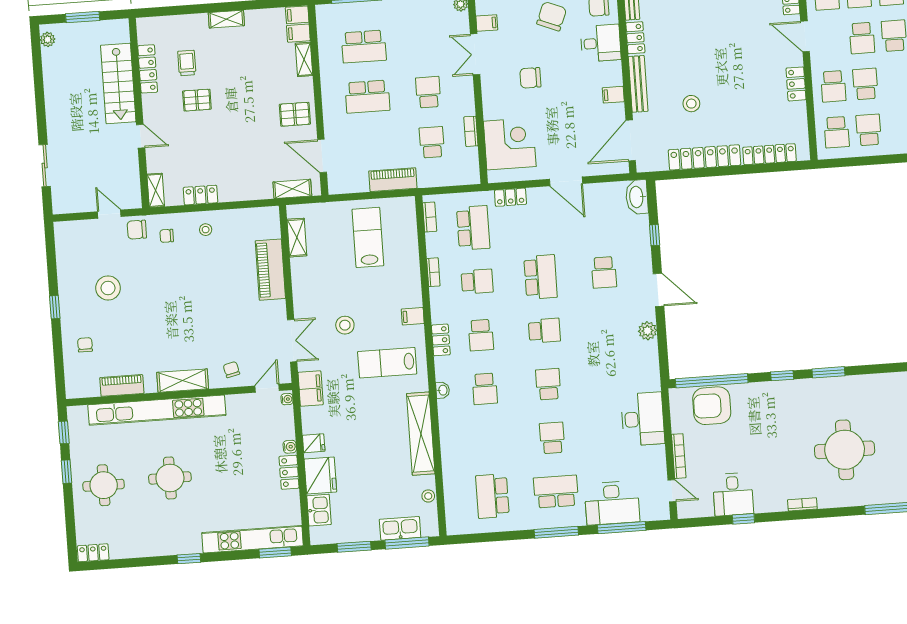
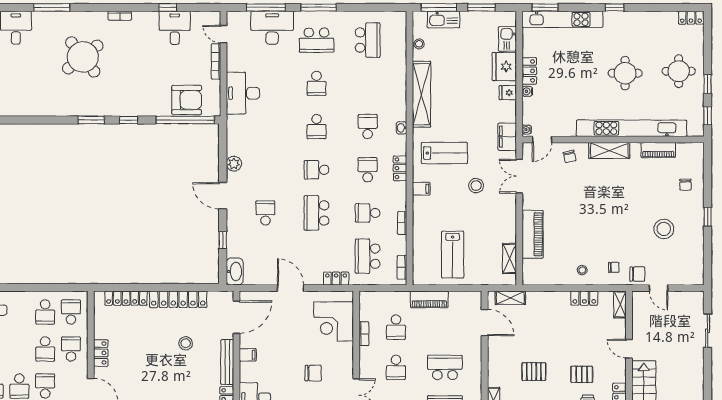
pallet: (295, 114) -> (534, 372), moved
round table: (845, 450) -> (83, 57), turned -38

